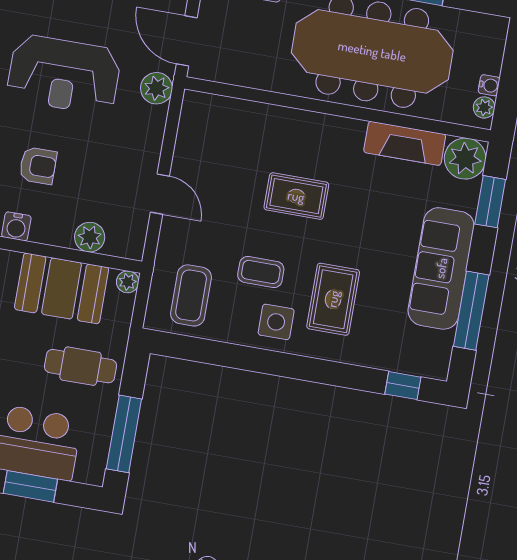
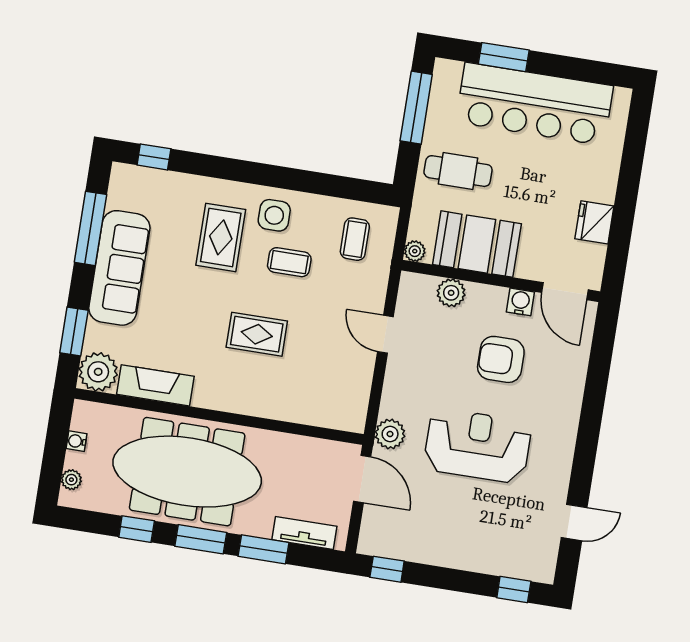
plant: (484, 107) -> (71, 480), moved
armchair: (38, 166) -> (501, 359), width x1.38, depth x1.38
coffee table: (191, 295) -> (355, 239), width x0.73, depth x0.77

